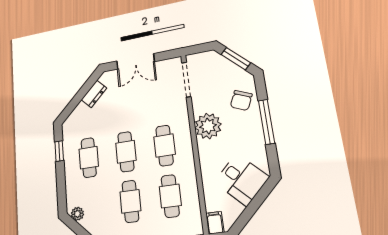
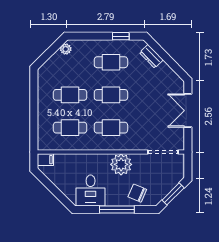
dresser: (94, 94) -> (151, 56), moved
desk: (241, 180) -> (91, 190), moved, turned -45

